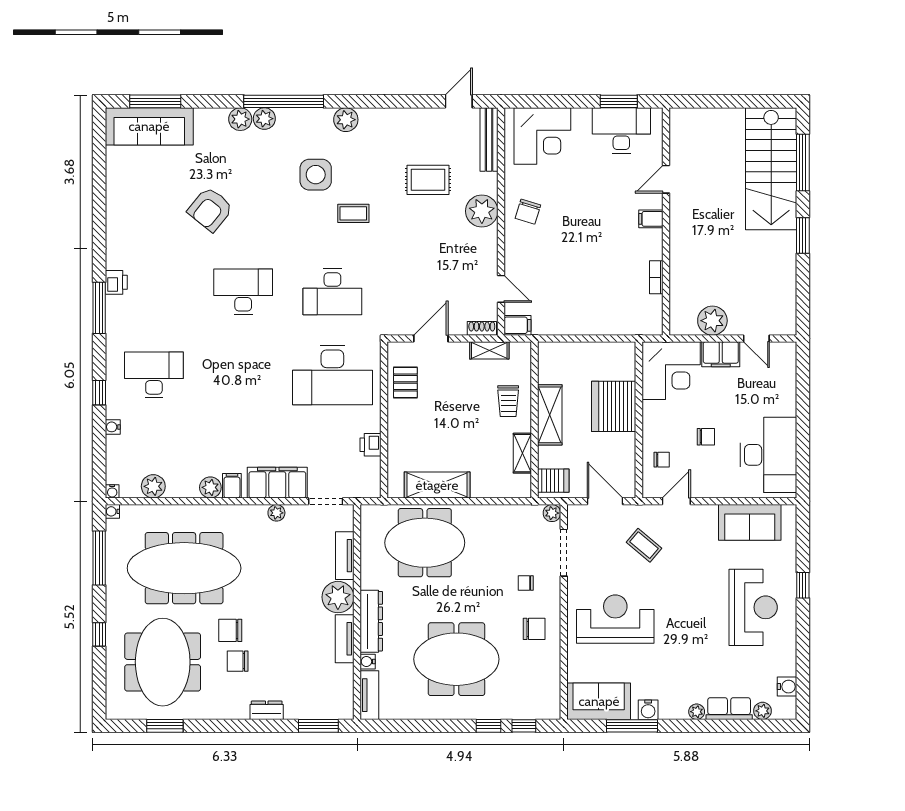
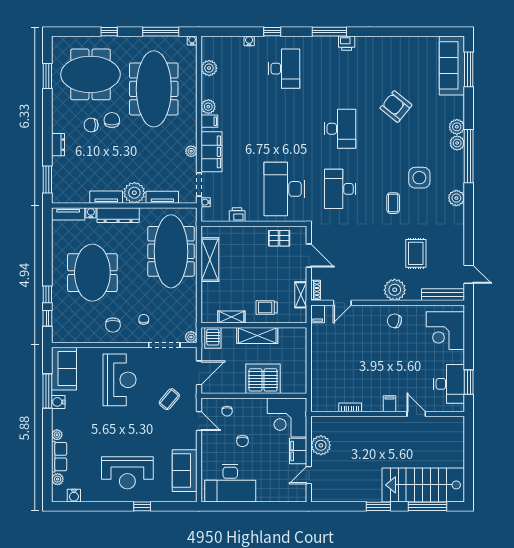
water cooler: (112, 491) -> (206, 202), moved
meeting table: (425, 543) -> (171, 251), width x1.36
chair: (238, 661) -> (91, 125), turned -90

